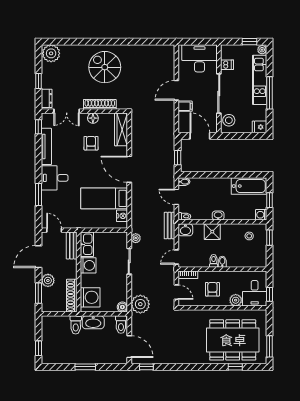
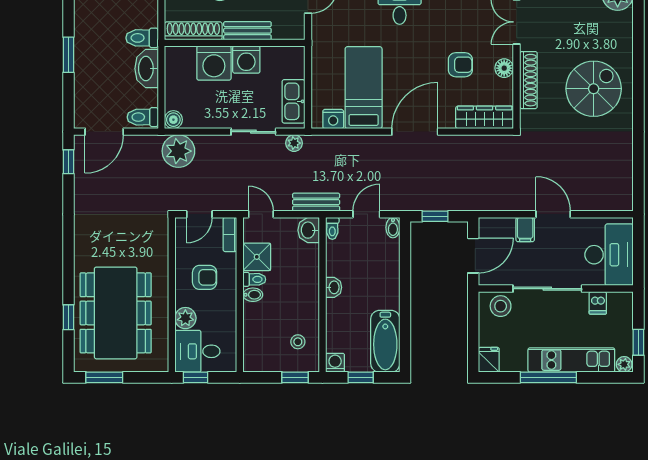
shower: (212, 232) -> (257, 257), moved
kitchen sink: (87, 244) -> (293, 101), moved, turned 90
bench: (72, 245) -> (247, 31), moved
washing machine: (90, 297) -> (214, 63), moved

